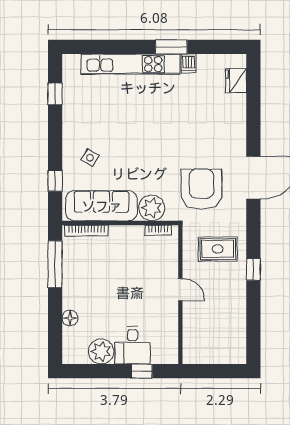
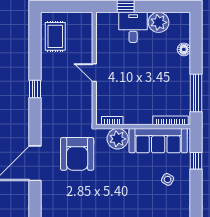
rug: (218, 249) -> (55, 36), moved, turned 90

